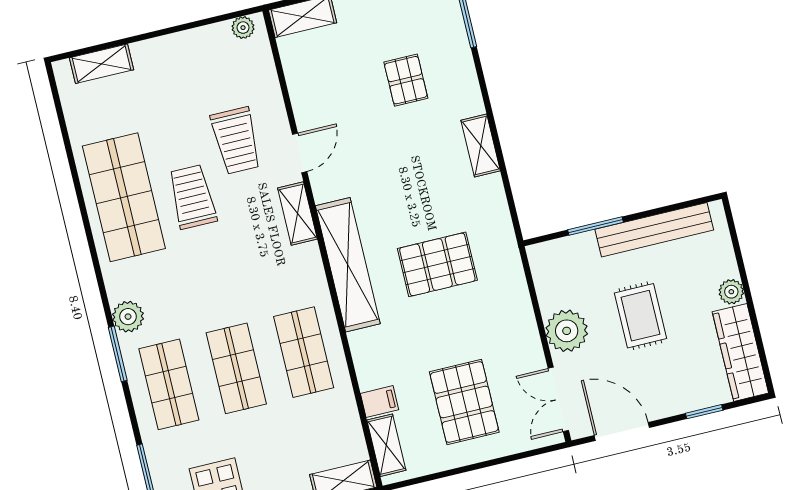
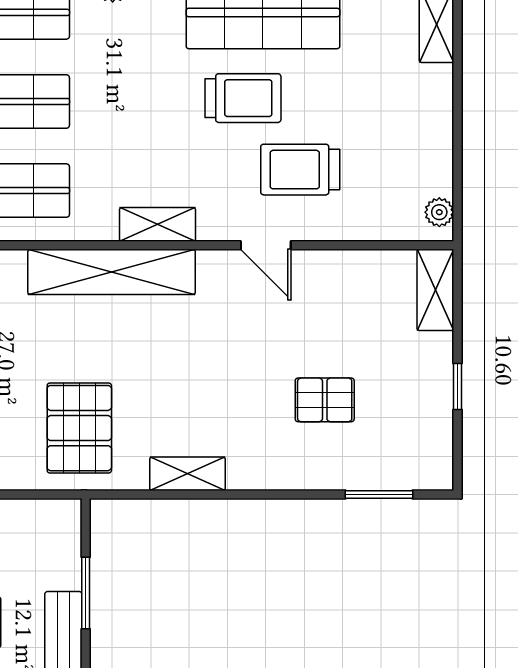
shelving: (481, 145) -> (188, 474), moved
shelving: (297, 214) -> (158, 224), moved
pallet: (437, 264) -> (79, 428), moved

